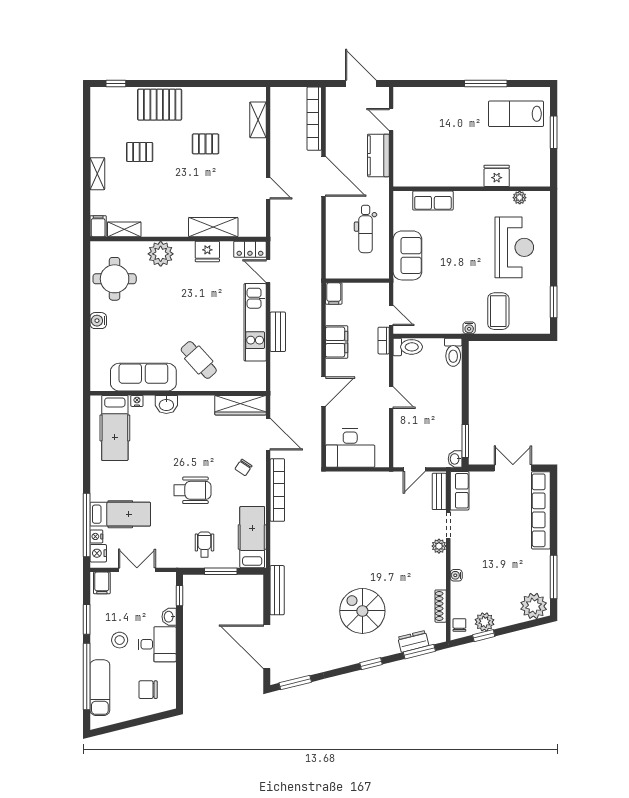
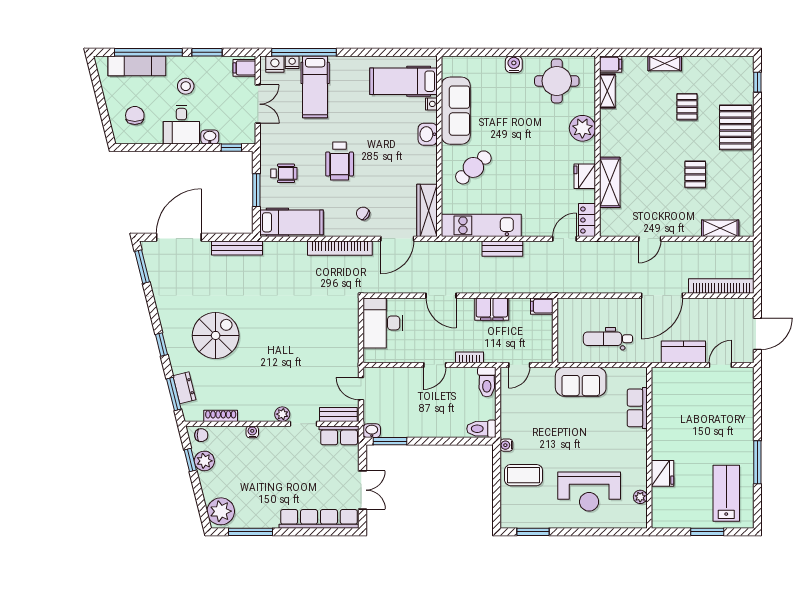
kitchen unit: (255, 322) -> (481, 225), moved
bookcase: (384, 341) -> (469, 357), moved

